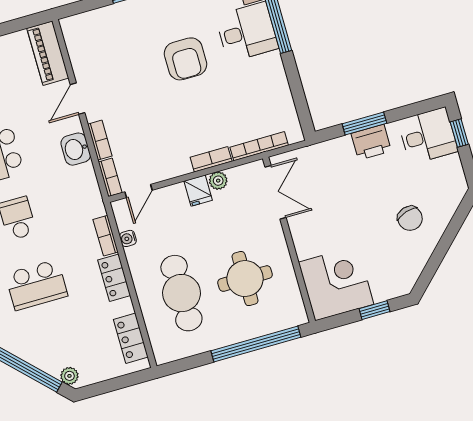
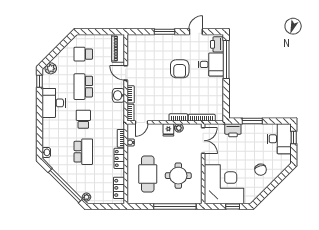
door: (77, 99) -> (126, 73), hinge flipped
desk: (428, 136) -> (279, 139), width x1.37
printer: (371, 142) -> (233, 130), moved
corner desk: (336, 283) -> (224, 184), width x1.36, depth x1.36
school desk: (36, 285) -> (83, 152), turned -90

